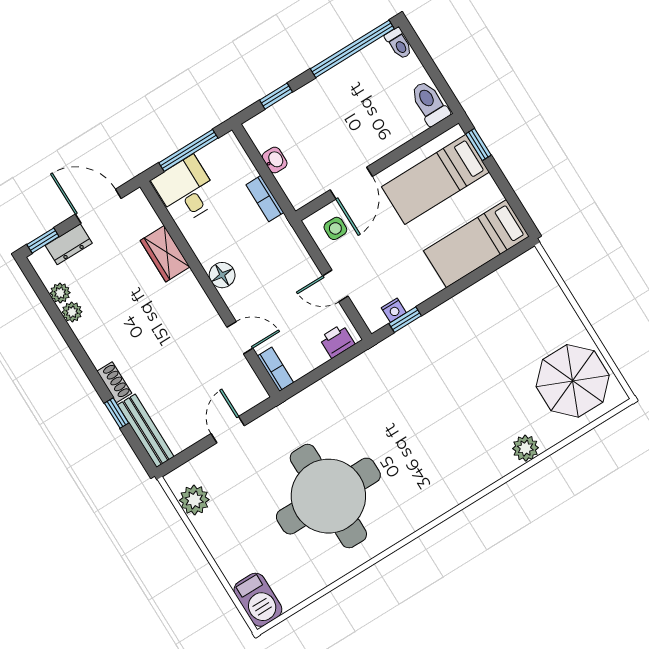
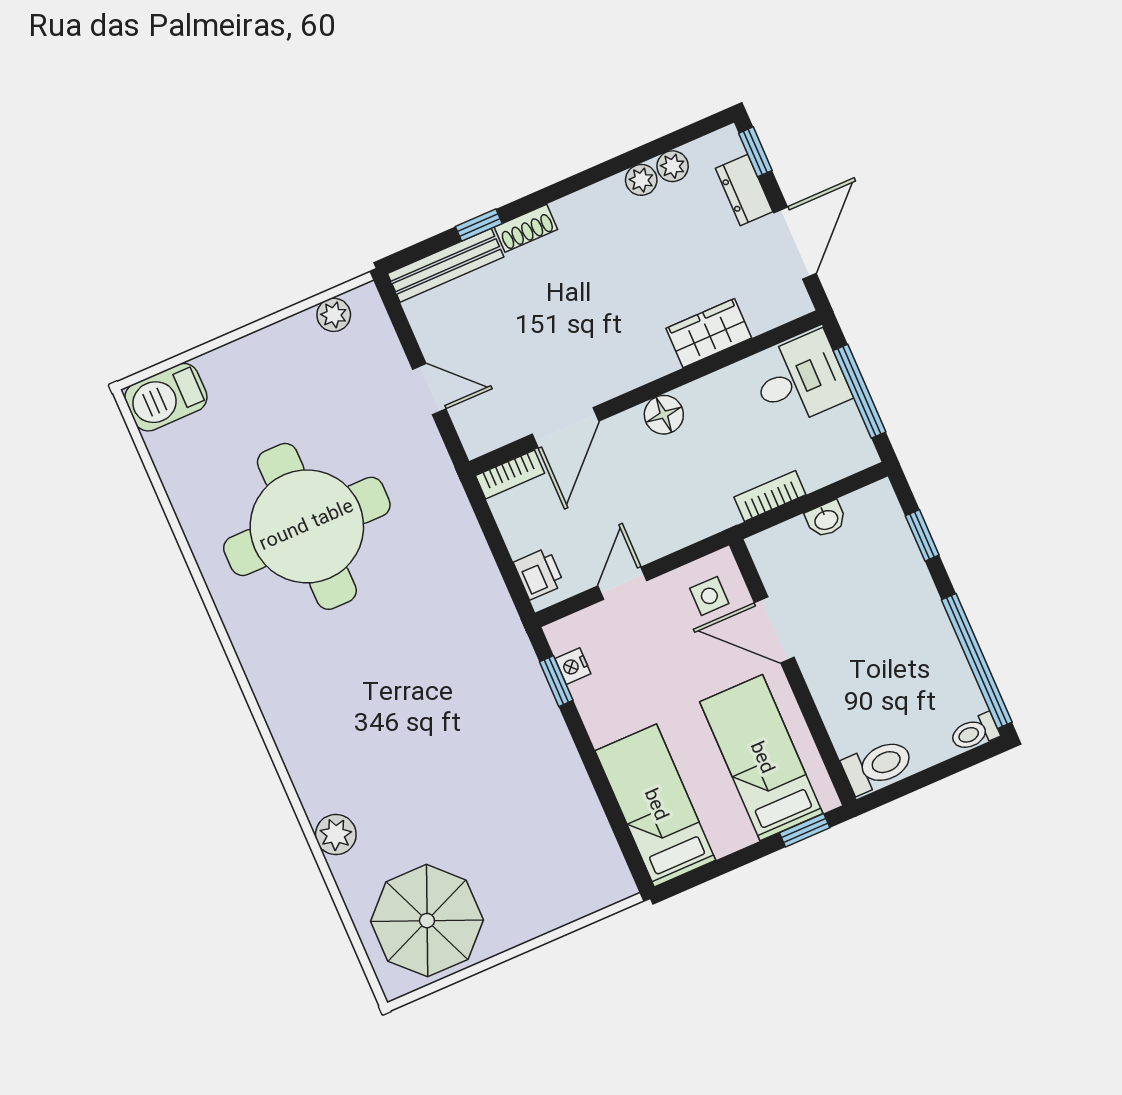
door: (240, 338) -> (565, 428), width x1.38
plant: (194, 500) -> (334, 315), width x0.73, depth x0.73

